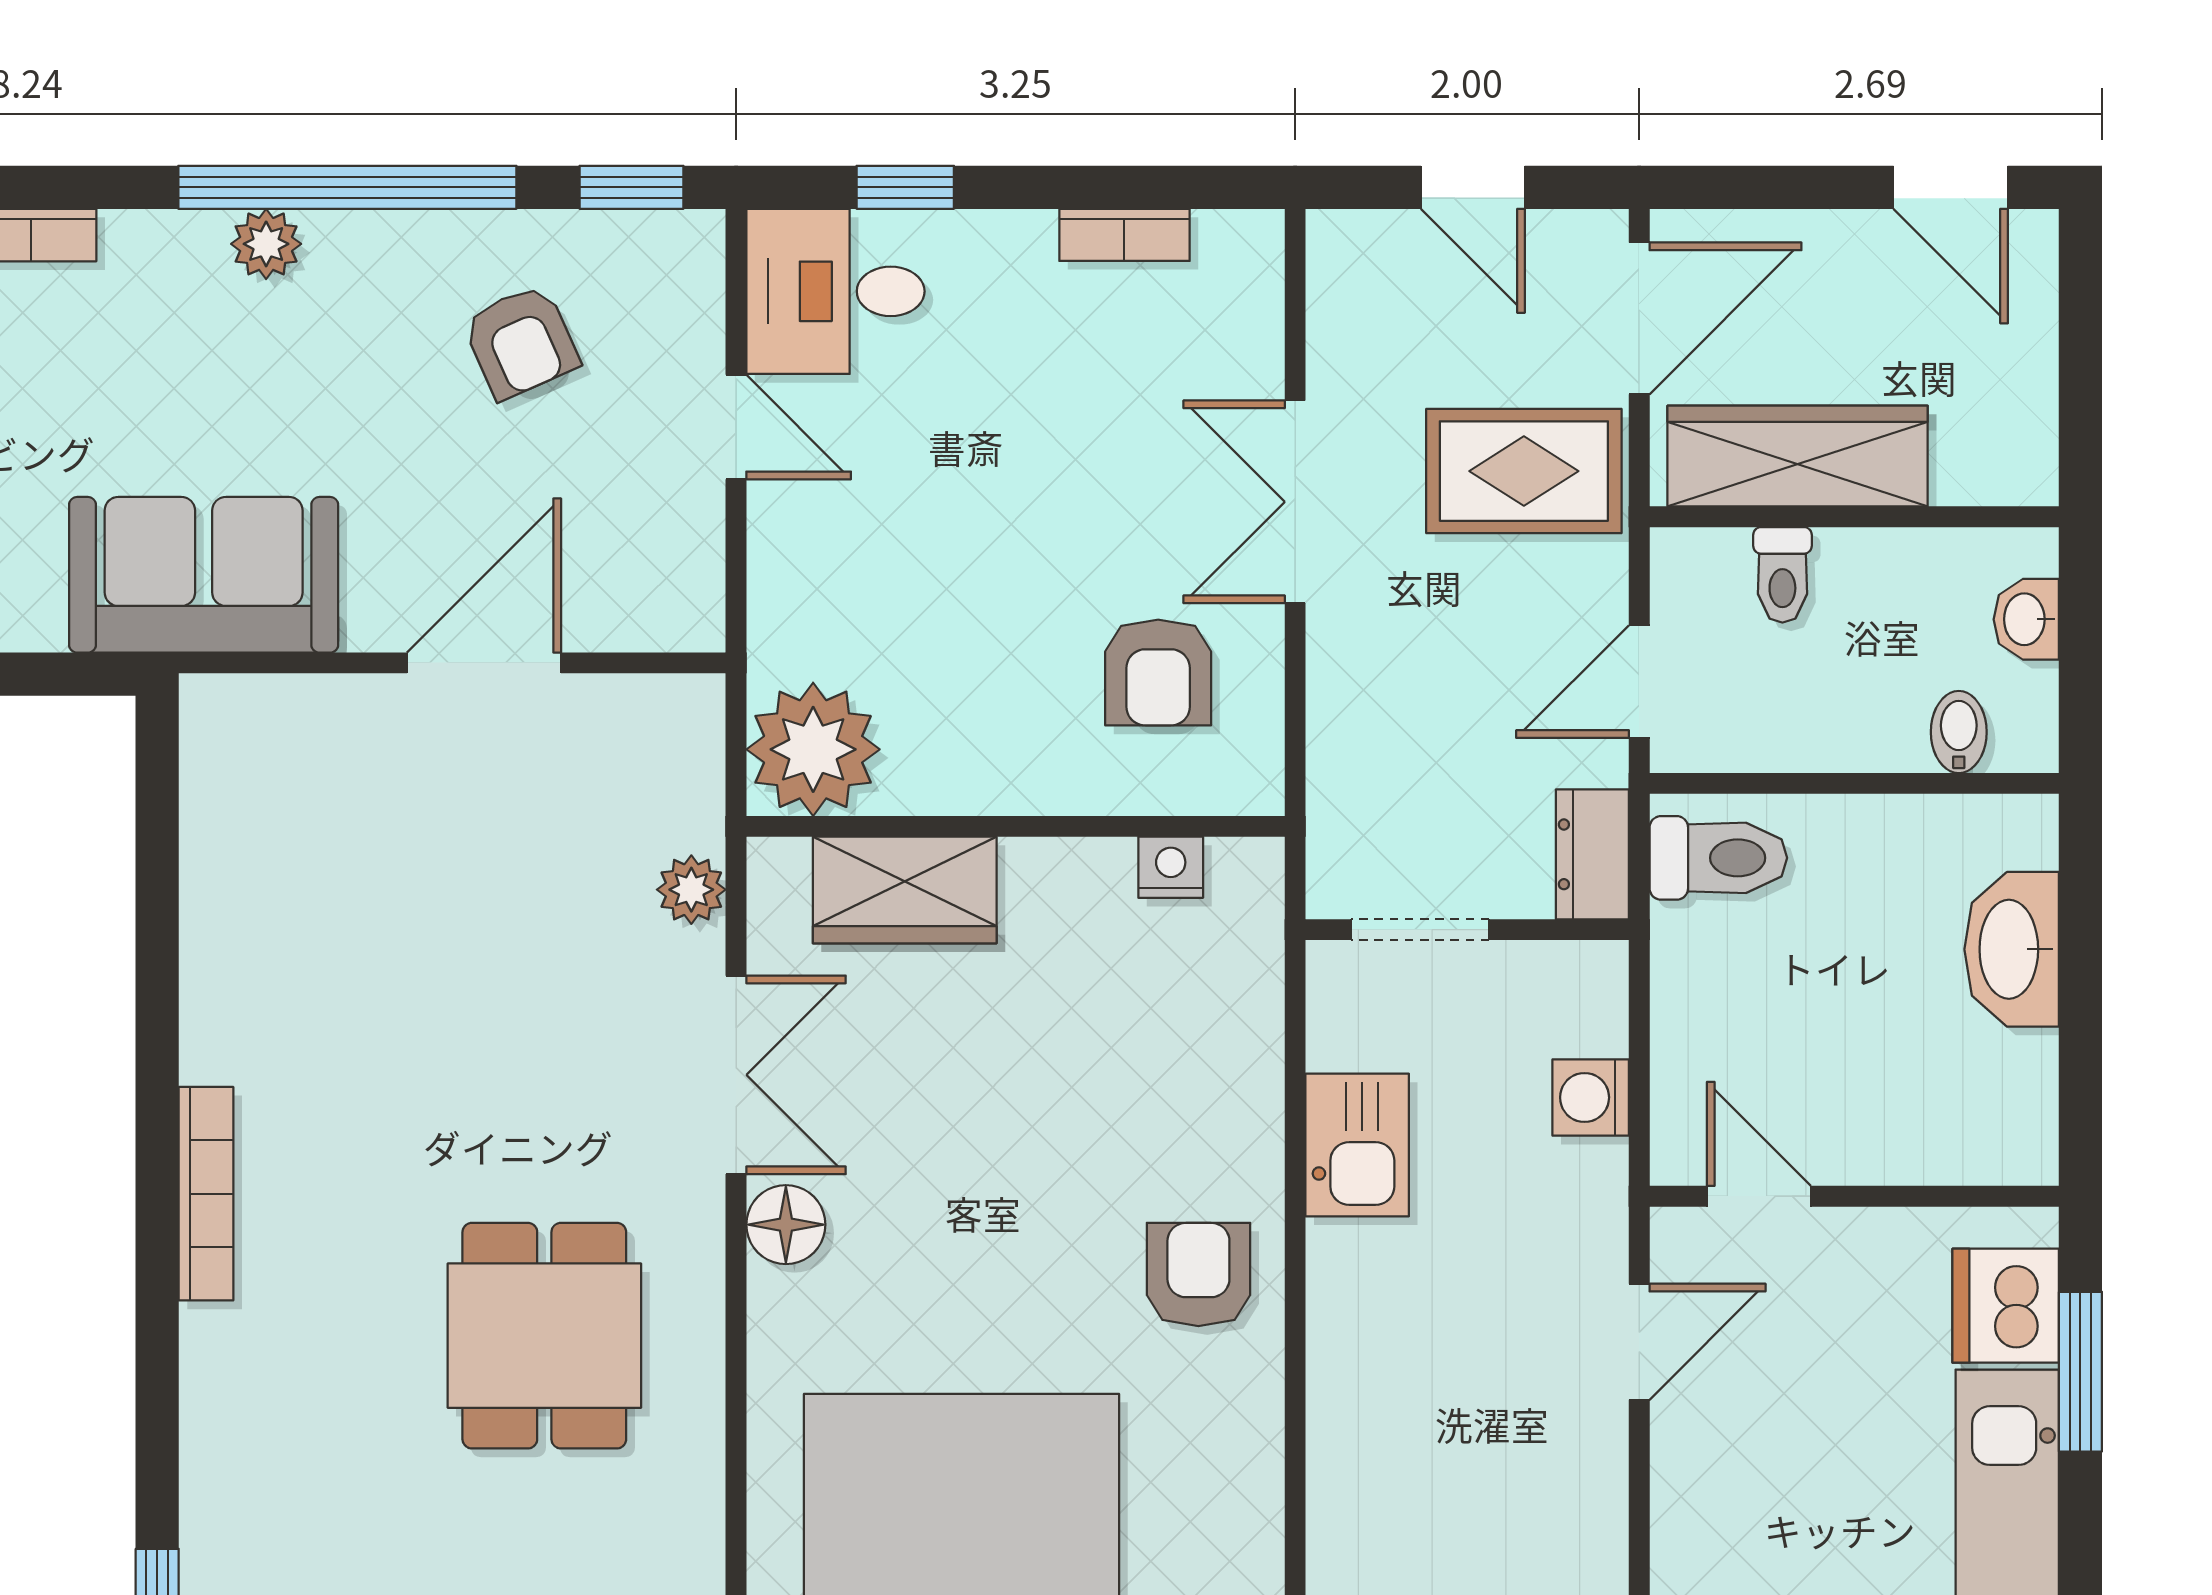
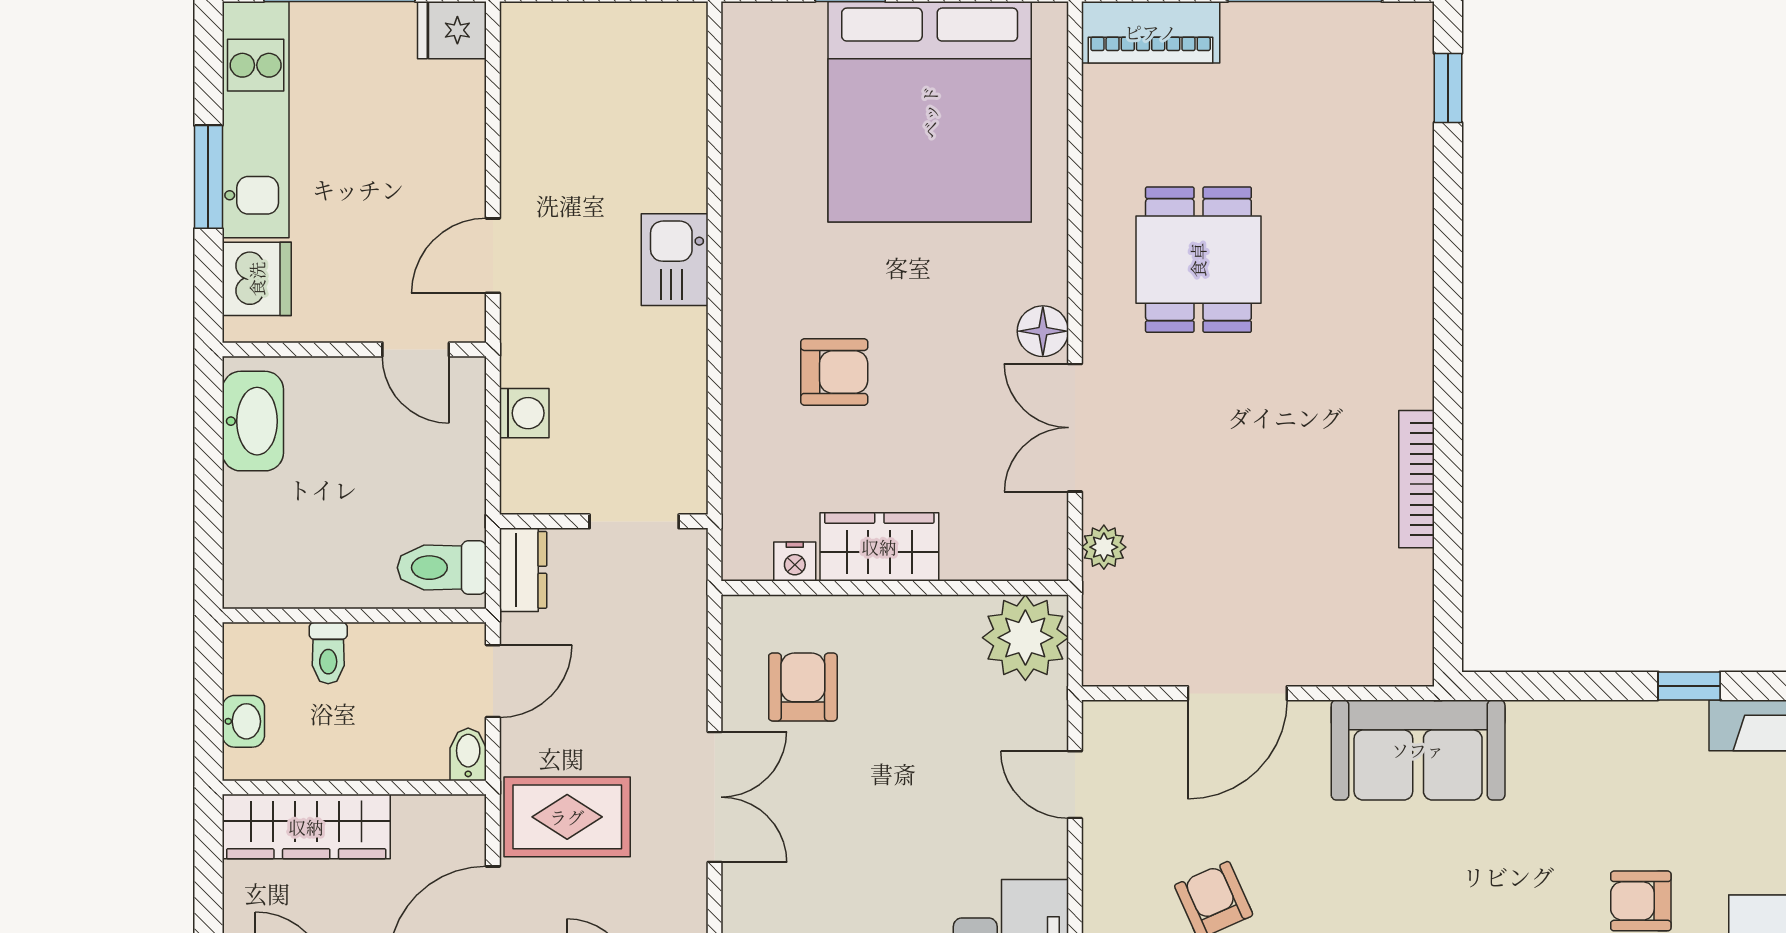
door: (736, 427) -> (1075, 785), moved
wardrobe: (1798, 456) -> (306, 827), moved
toilet: (1782, 575) -> (328, 653), moved, turned 180
bidet: (1959, 732) -> (468, 754), moved, turned 180
wardrobe: (905, 890) -> (879, 547), moved
washbasin: (2012, 949) -> (253, 421), moved
kitchen sink: (1357, 1145) -> (675, 260), moved
bookcase: (206, 1194) -> (1417, 479), moved
armchair: (1198, 1274) -> (834, 372), moved, turned -90
window: (2080, 1372) -> (208, 177), moved

